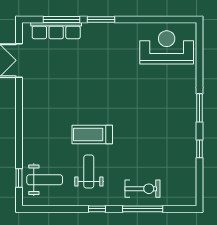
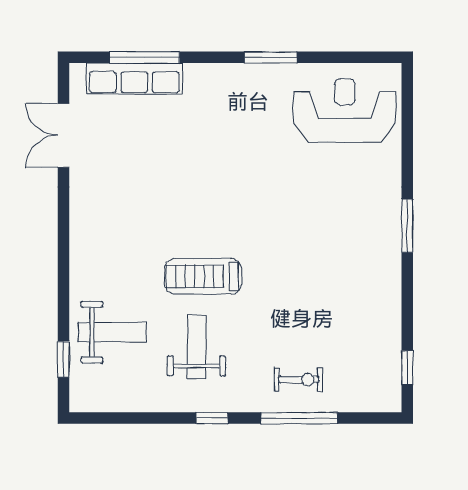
window: (101, 19) -> (271, 57), moved
window: (200, 149) -> (407, 368), moved
weight bench: (45, 180) -> (112, 332), moved
exercise bike: (142, 189) -> (299, 380), width x0.73, depth x0.72

